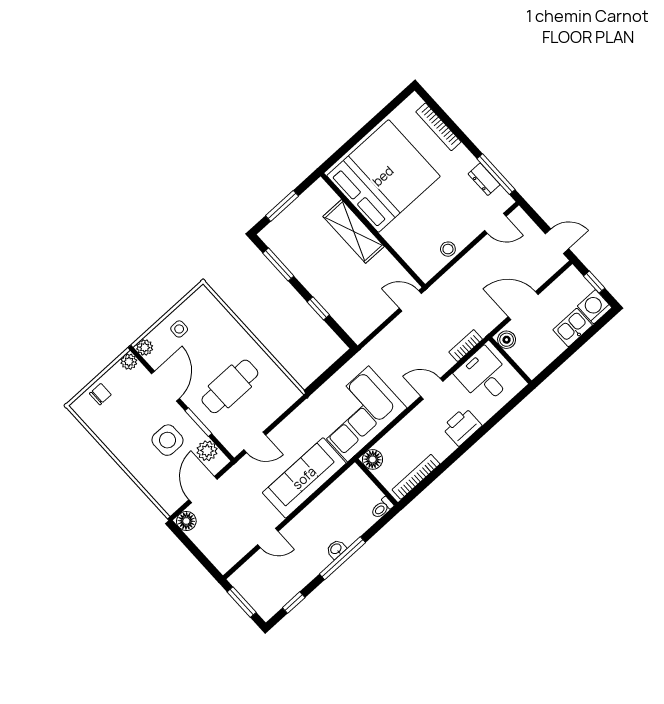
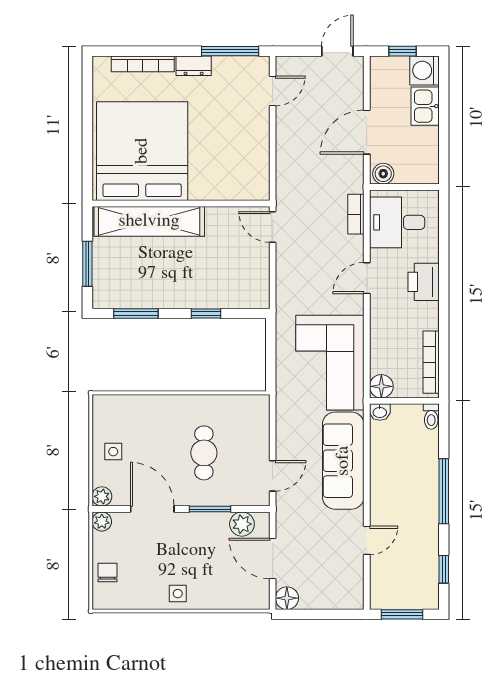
dresser: (484, 179) -> (194, 66), moved
shelving: (354, 231) -> (149, 221), width x1.47
stool: (448, 249) -> (257, 153), removed
door: (410, 301) -> (273, 227), hinge flipped
cafe table: (230, 386) -> (204, 453), width x0.73, depth x0.74
side table: (168, 440) -> (178, 594), moved, width x0.54, depth x0.54
washbasin: (336, 549) -> (380, 412), moved, turned -90

